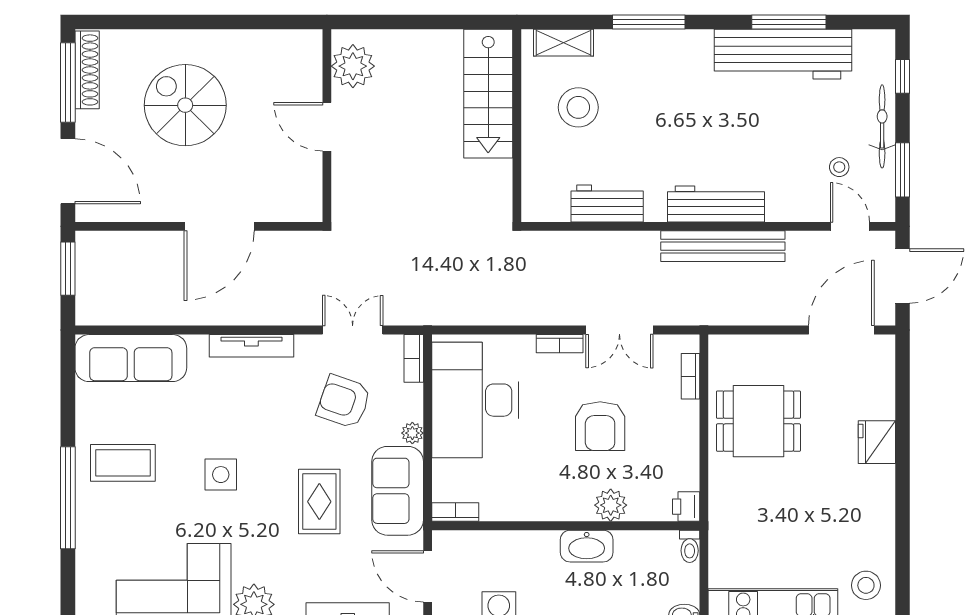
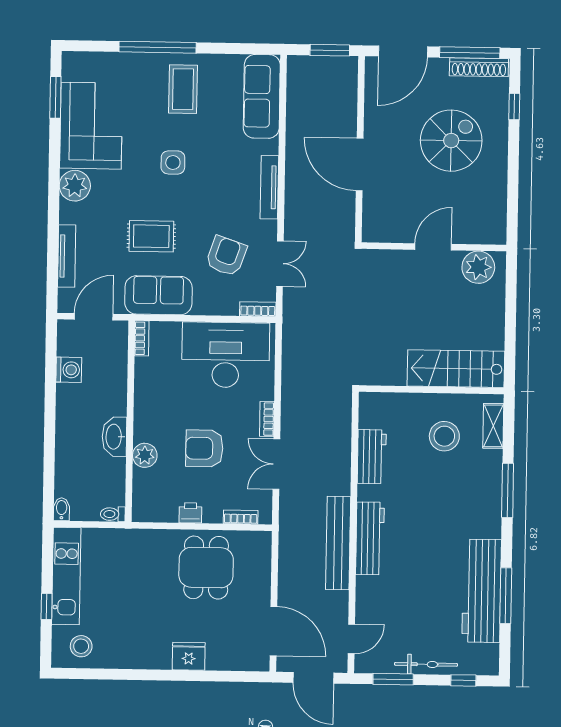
window: (138, 22) -> (514, 107), added
stool: (839, 167) -> (396, 632), removed
plant: (412, 433) -> (202, 307), removed
printer: (686, 507) -> (190, 513), moved

